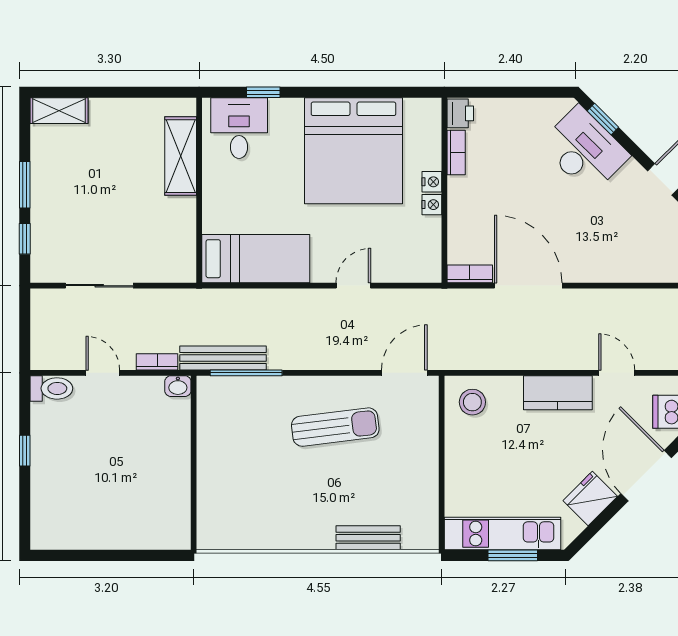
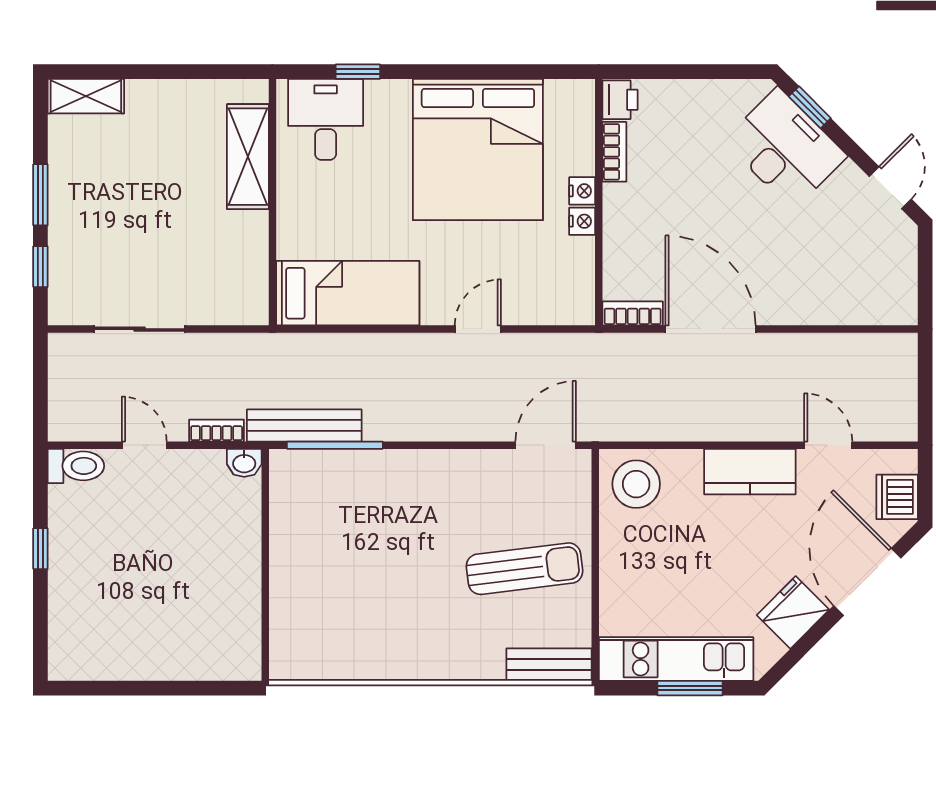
stool: (472, 402) -> (636, 484), width x1.38, depth x1.38
sun lounger: (335, 427) -> (525, 569), moved
bench: (368, 538) -> (549, 665), moved

